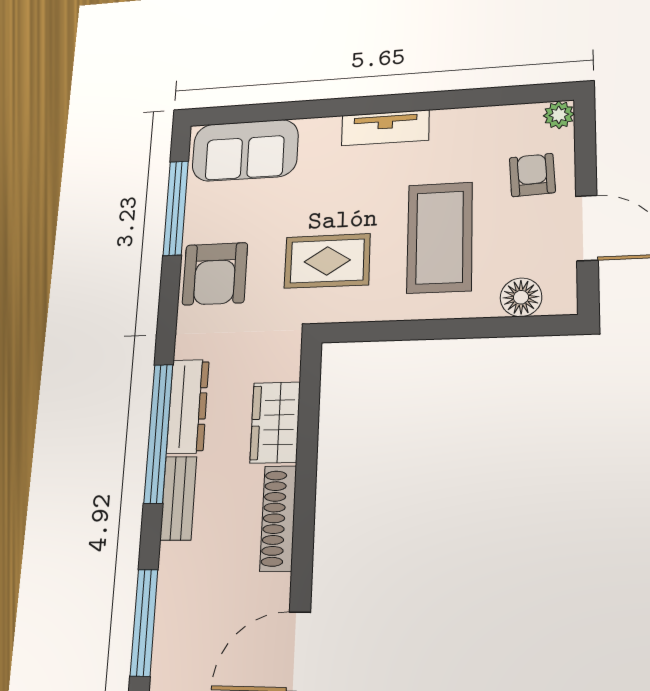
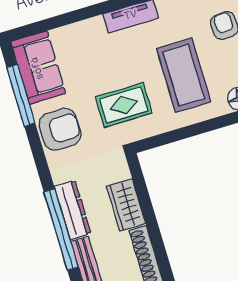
sofa: (245, 150) -> (38, 68), moved, turned -90
armchair: (215, 274) -> (60, 129), turned -90

